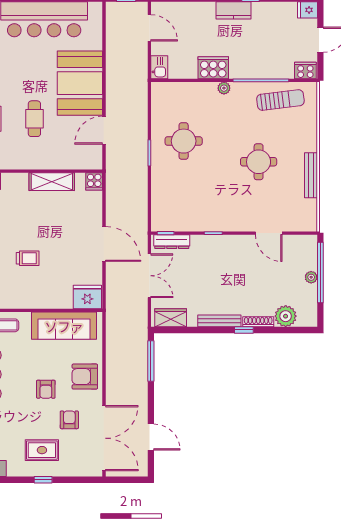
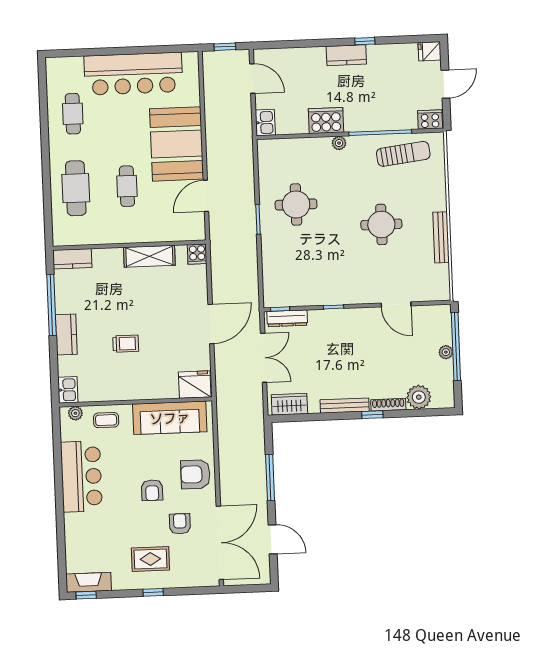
door: (104, 244) -> (211, 324), hinge flipped
window: (151, 361) -> (270, 478), moved

